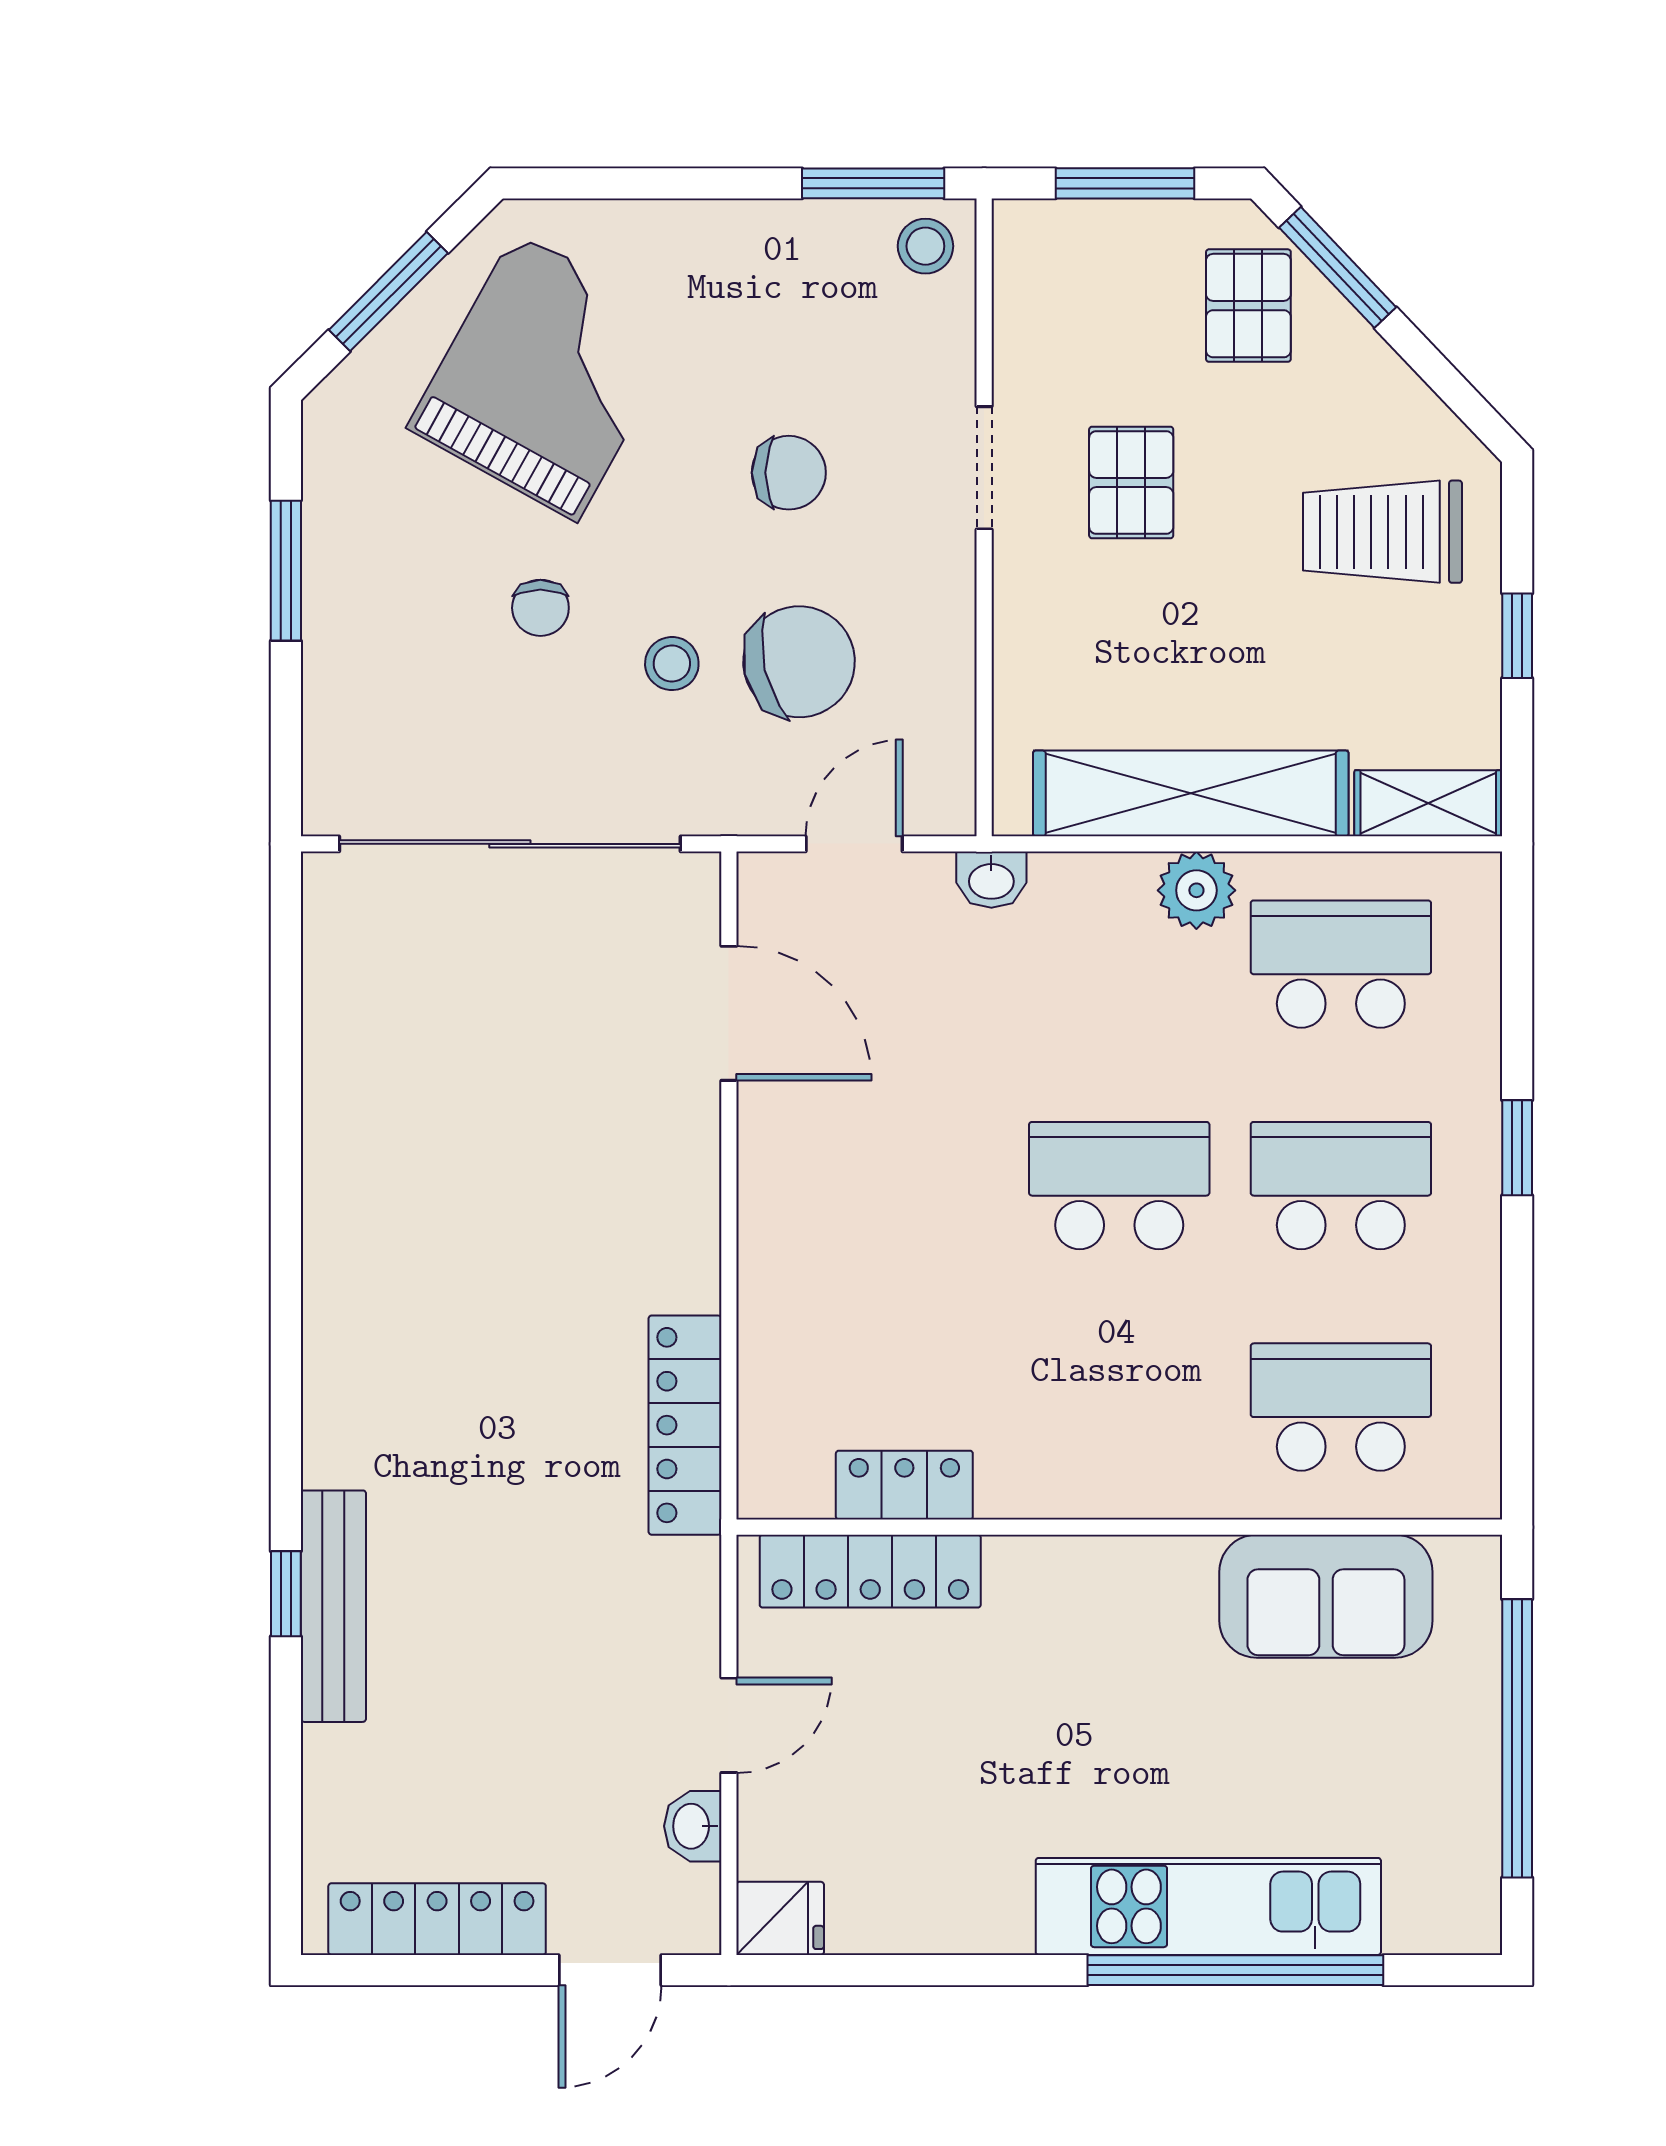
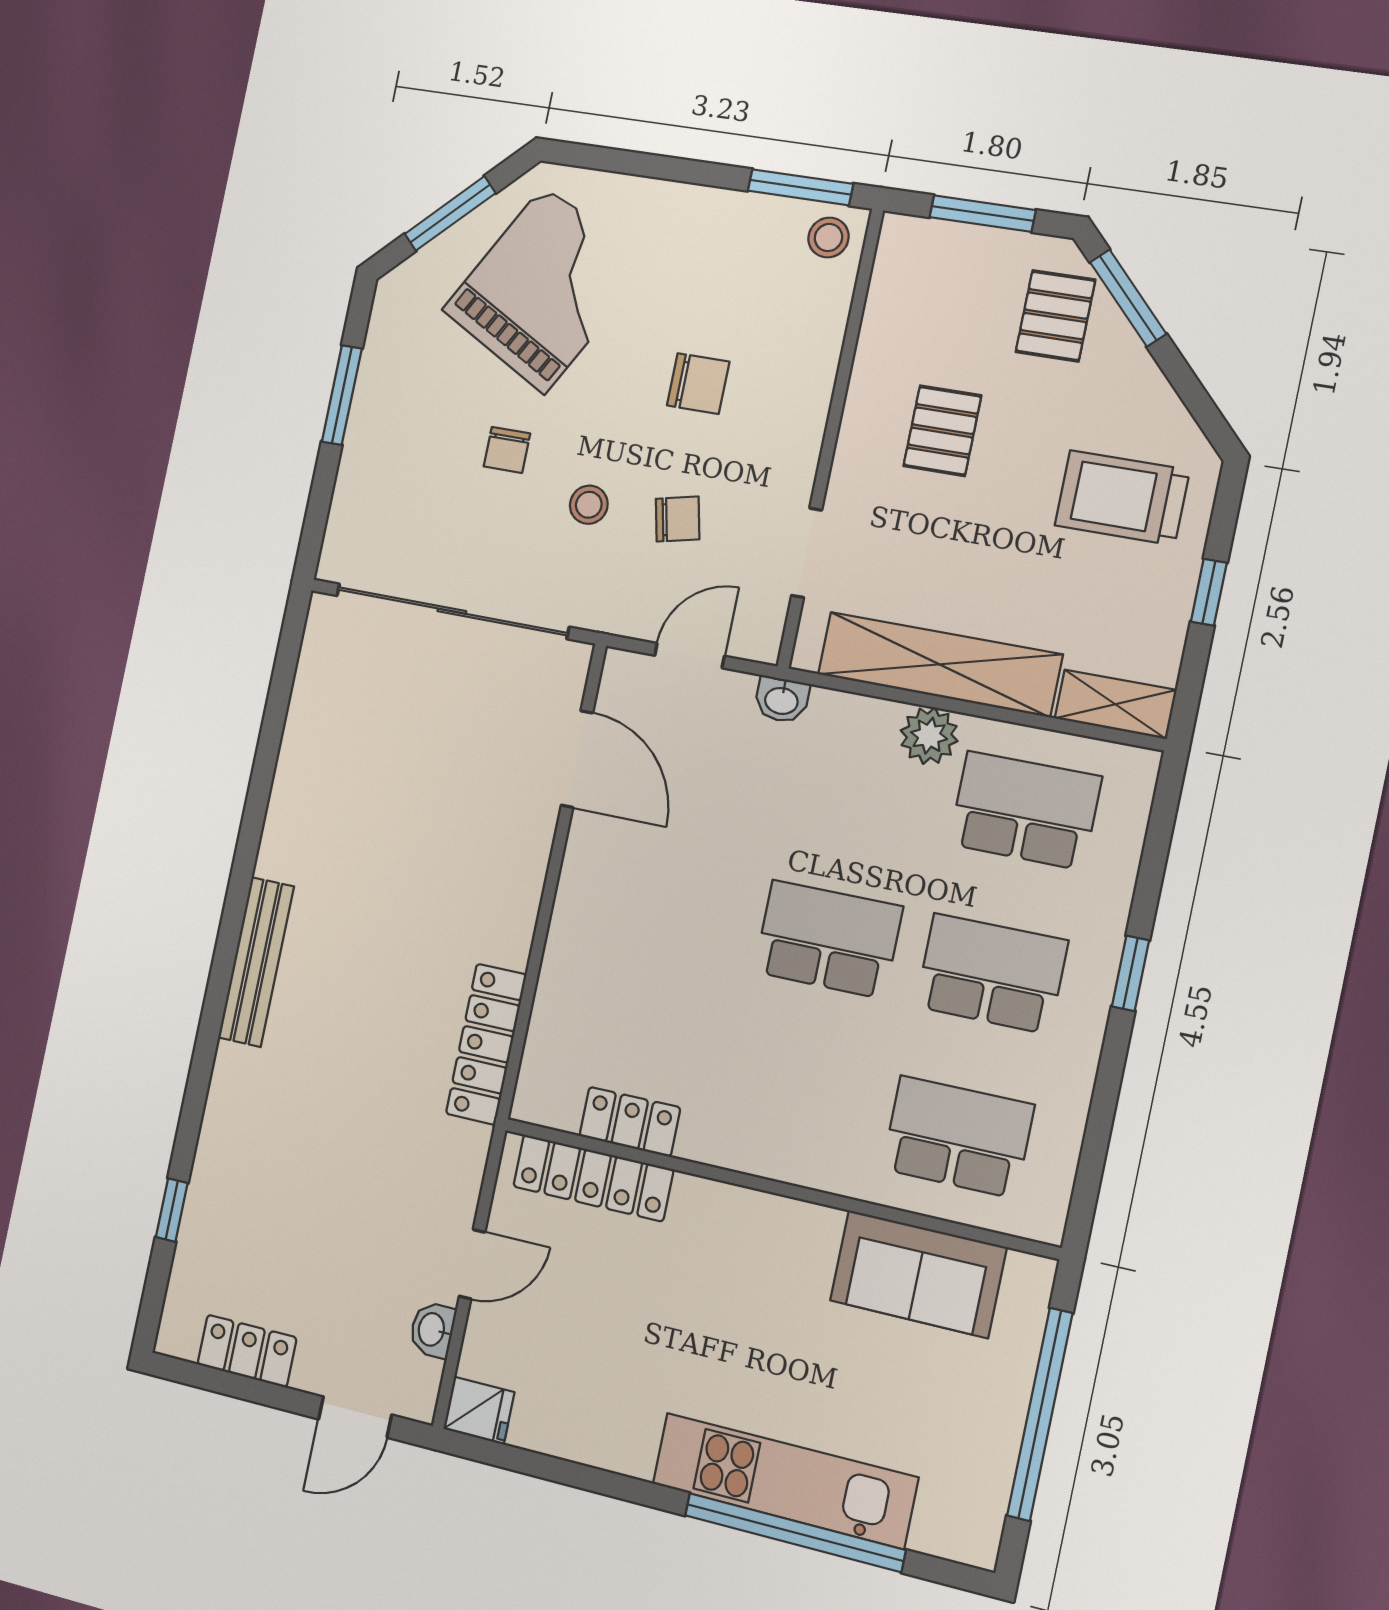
doorway: (984, 468) -> (807, 553), moved
chair: (799, 662) -> (678, 519), width x0.54, depth x0.54
window: (286, 1594) -> (172, 1210), moved
bench: (333, 1606) -> (256, 962), moved
locker: (437, 1919) -> (247, 1351), width x0.66

